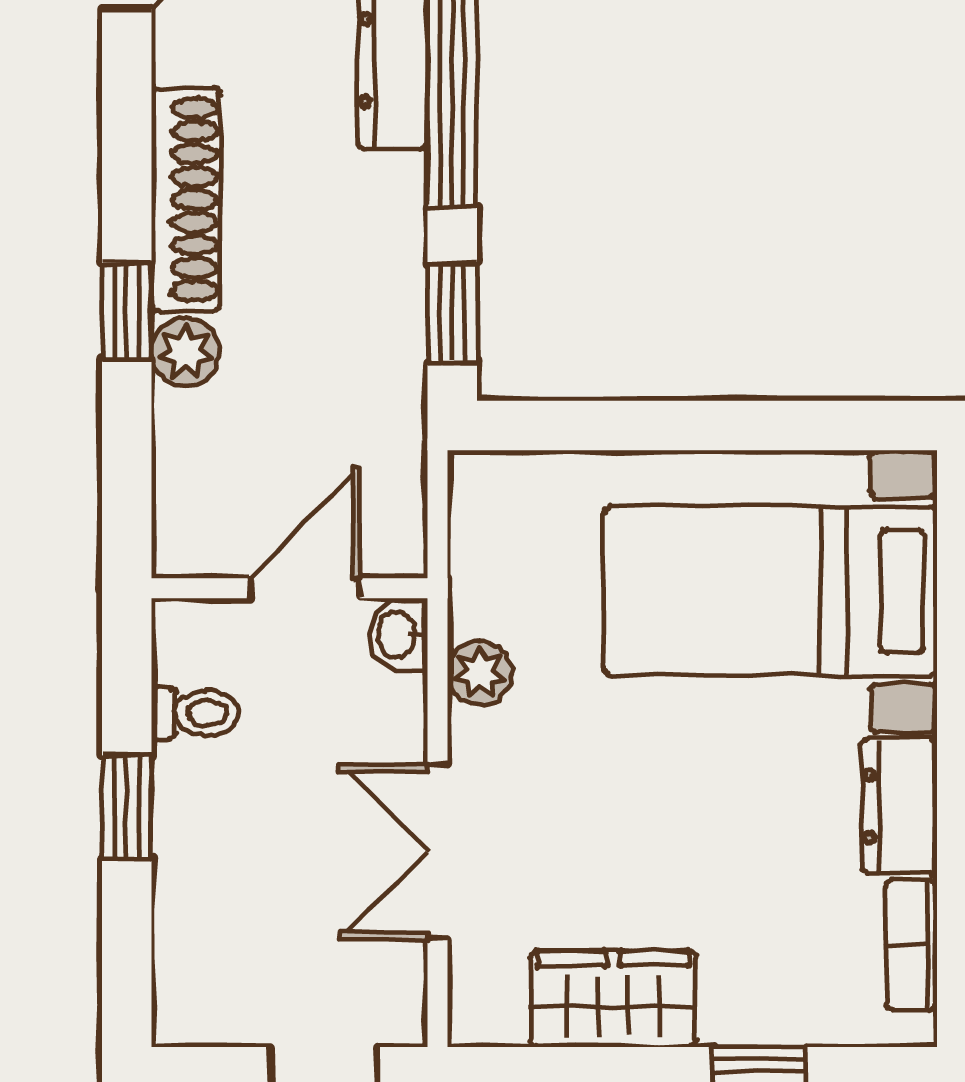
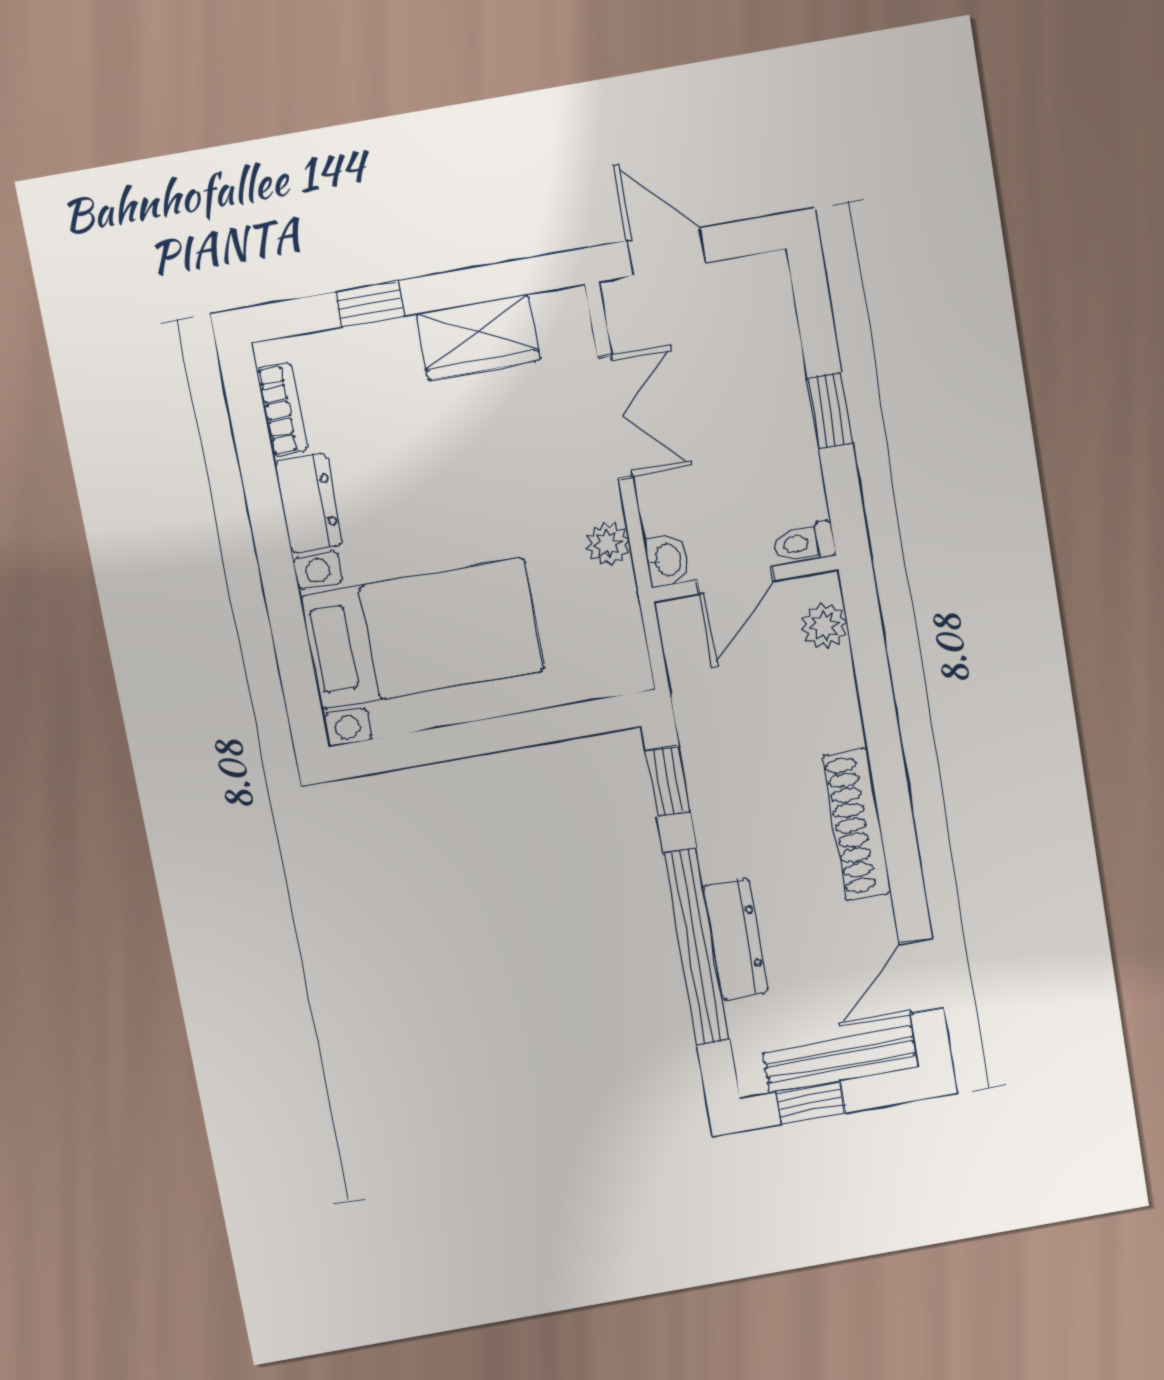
window: (127, 311) -> (884, 744), removed
plant: (186, 352) -> (824, 626), moved
toilet: (195, 713) -> (804, 543), moved

